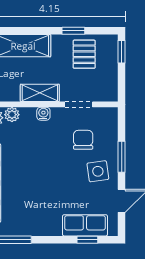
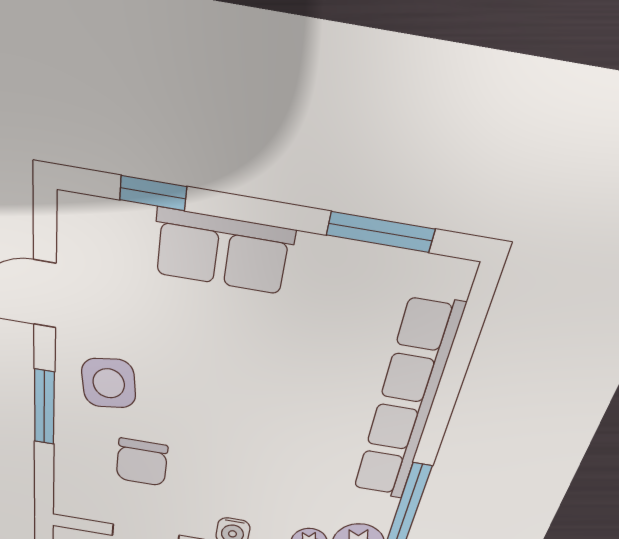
row of seats: (85, 225) -> (222, 252), moved

